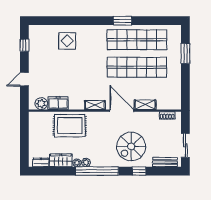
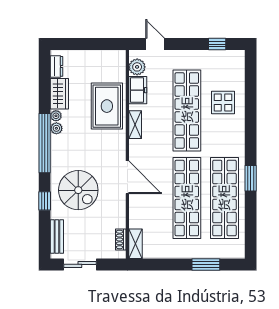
shop shelf: (73, 67) -> (187, 110), added
door: (24, 79) -> (155, 44), moved
shelving: (95, 105) -> (135, 125), moved
shelving: (145, 105) -> (135, 244), moved
door: (122, 111) -> (127, 177), hinge flipped
spiral stairs: (131, 147) -> (78, 190), turned 180

